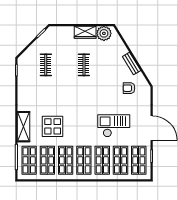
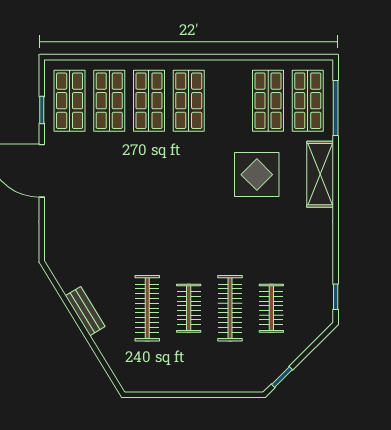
wardrobe: (85, 32) -> (186, 379), removed
plant: (104, 33) -> (145, 377), removed
clothes rail: (65, 65) -> (230, 308), added
clothes rail: (103, 65) -> (147, 308), added
armchair: (129, 88) -> (91, 258), removed
checkout: (114, 126) -> (124, 176), removed
shop shelf: (66, 160) -> (228, 101), removed

